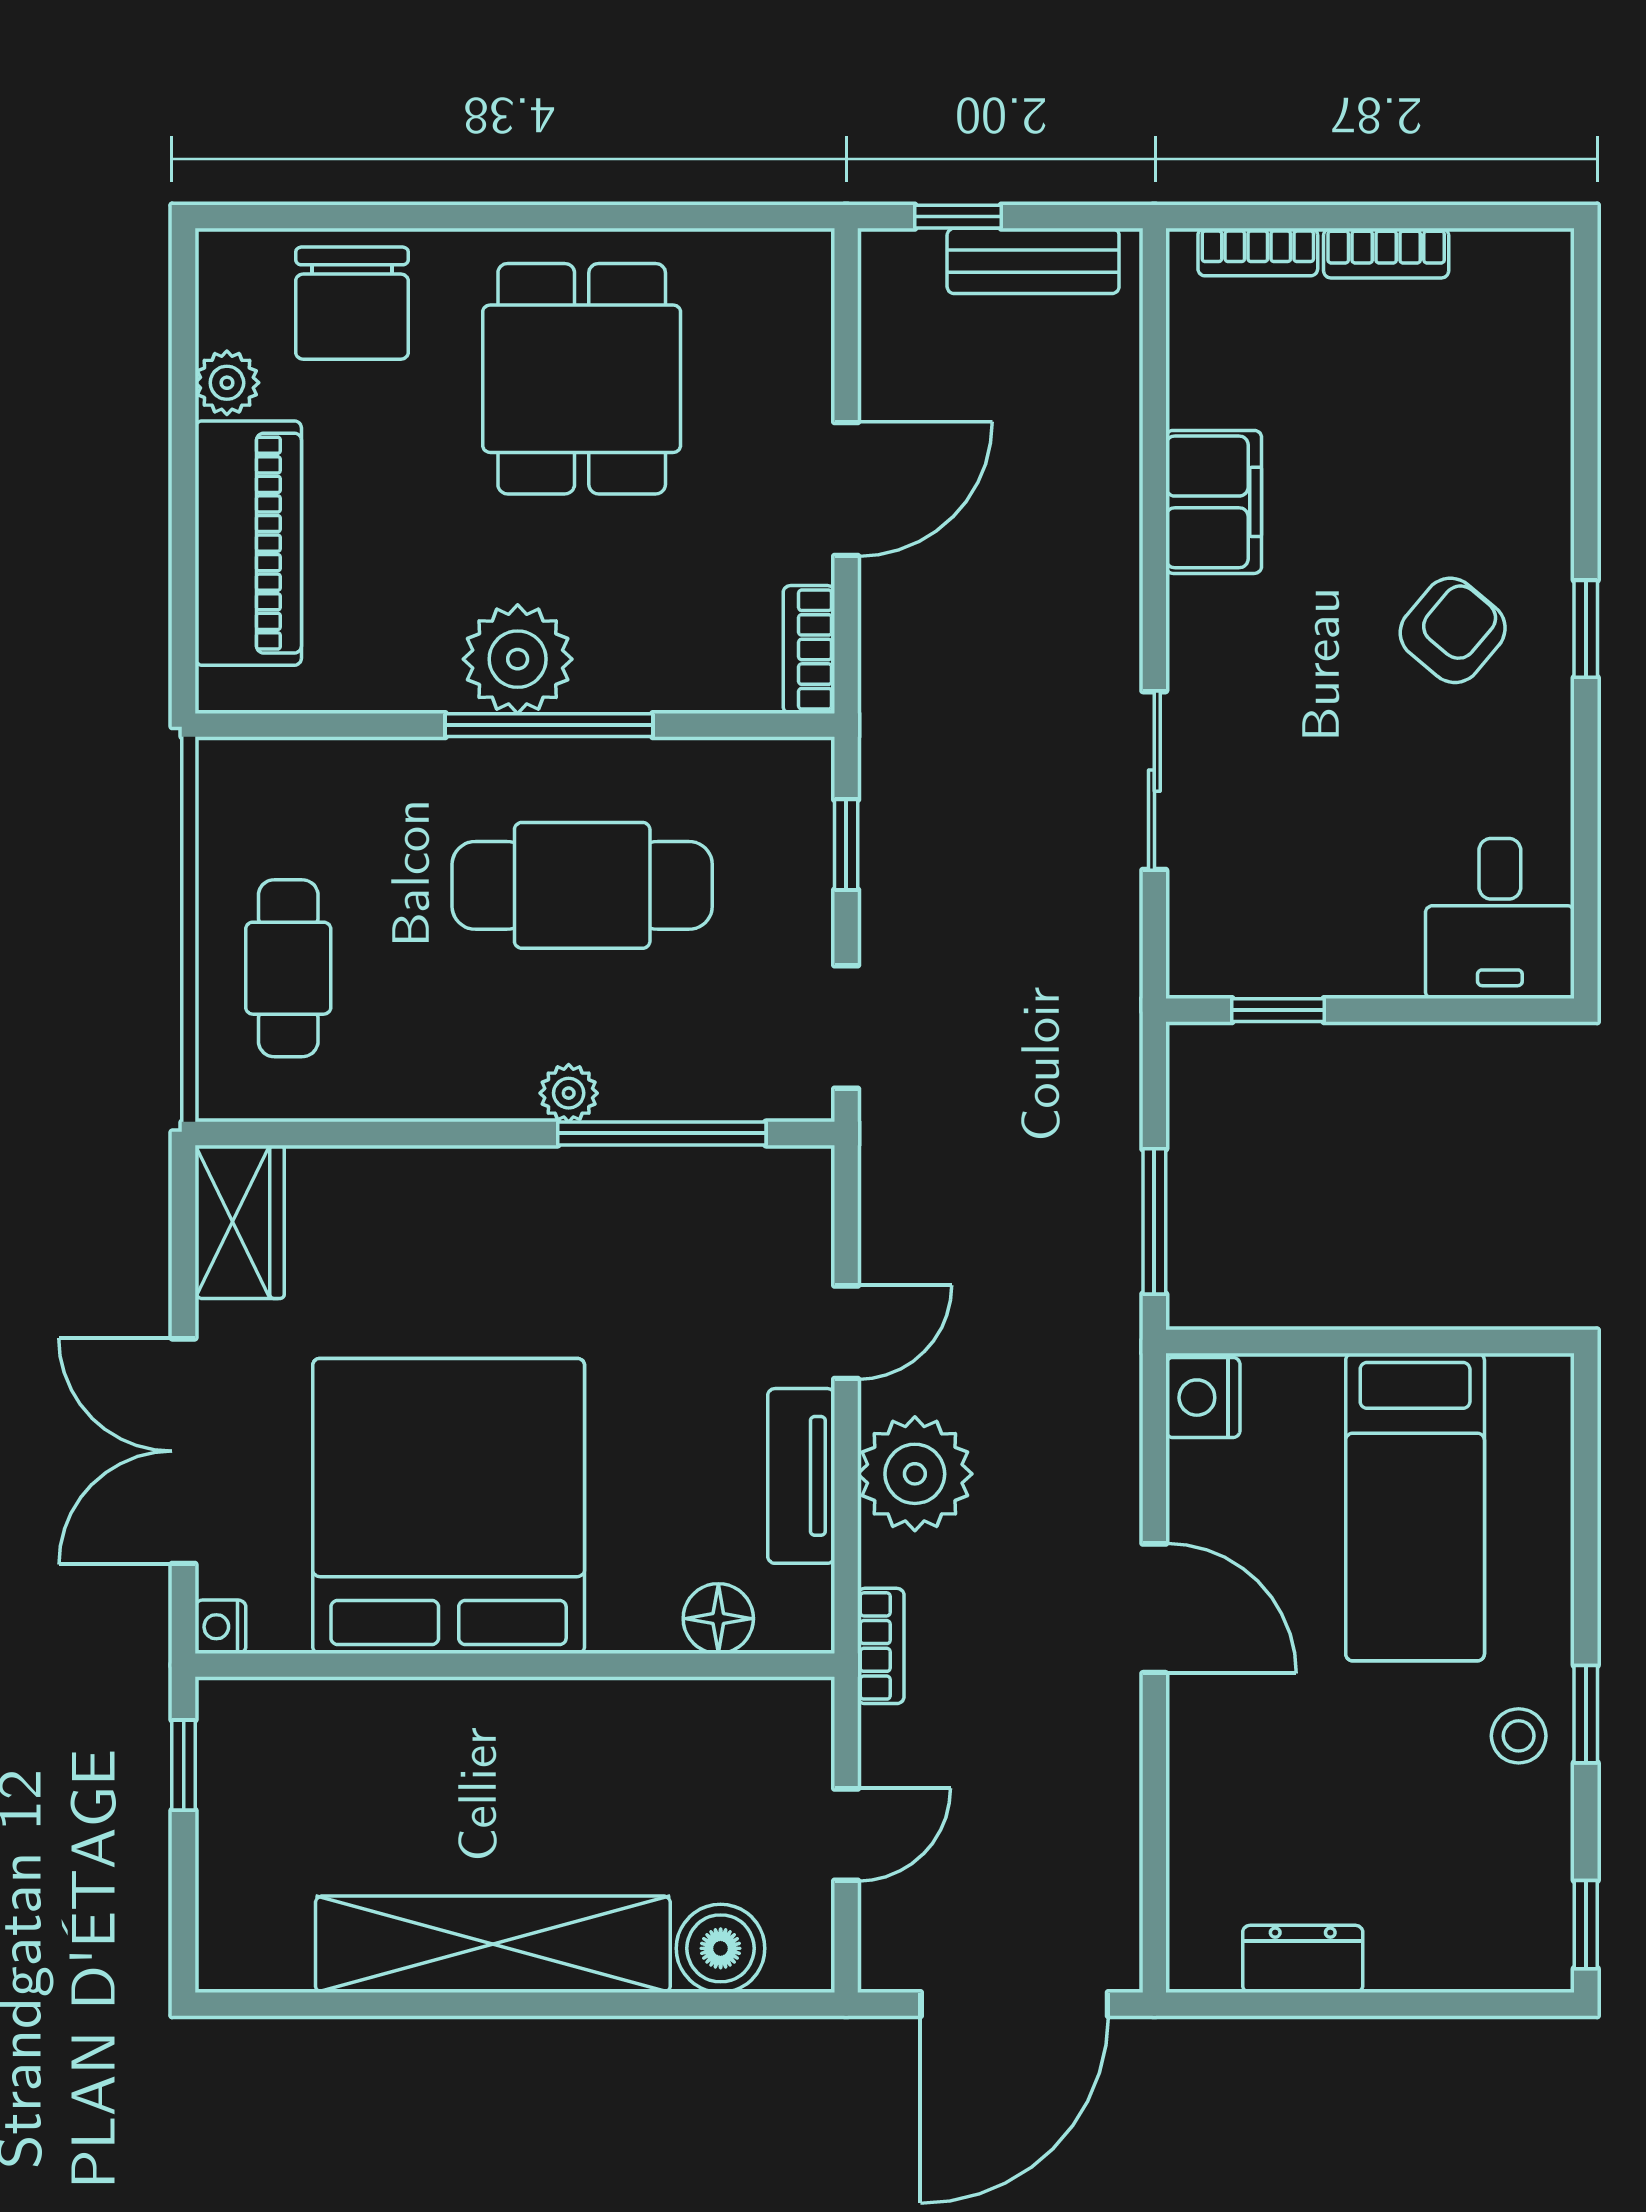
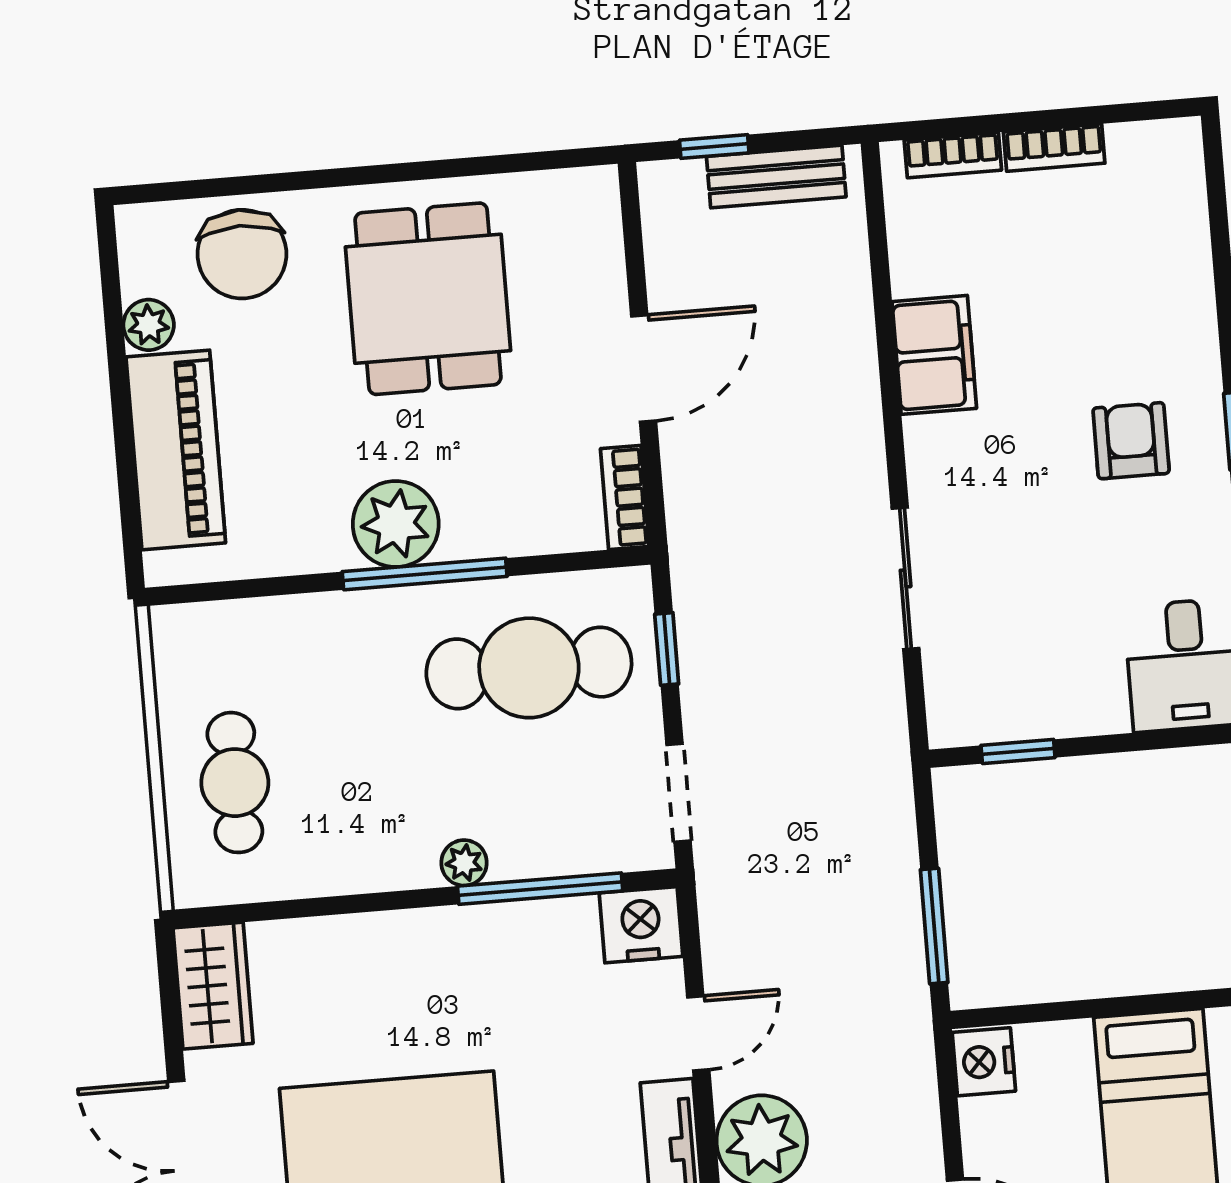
armchair: (1453, 630) -> (1131, 441), turned -40
cafe table: (582, 885) -> (529, 668), moved
nightstand: (785, 1189) -> (641, 925), added

